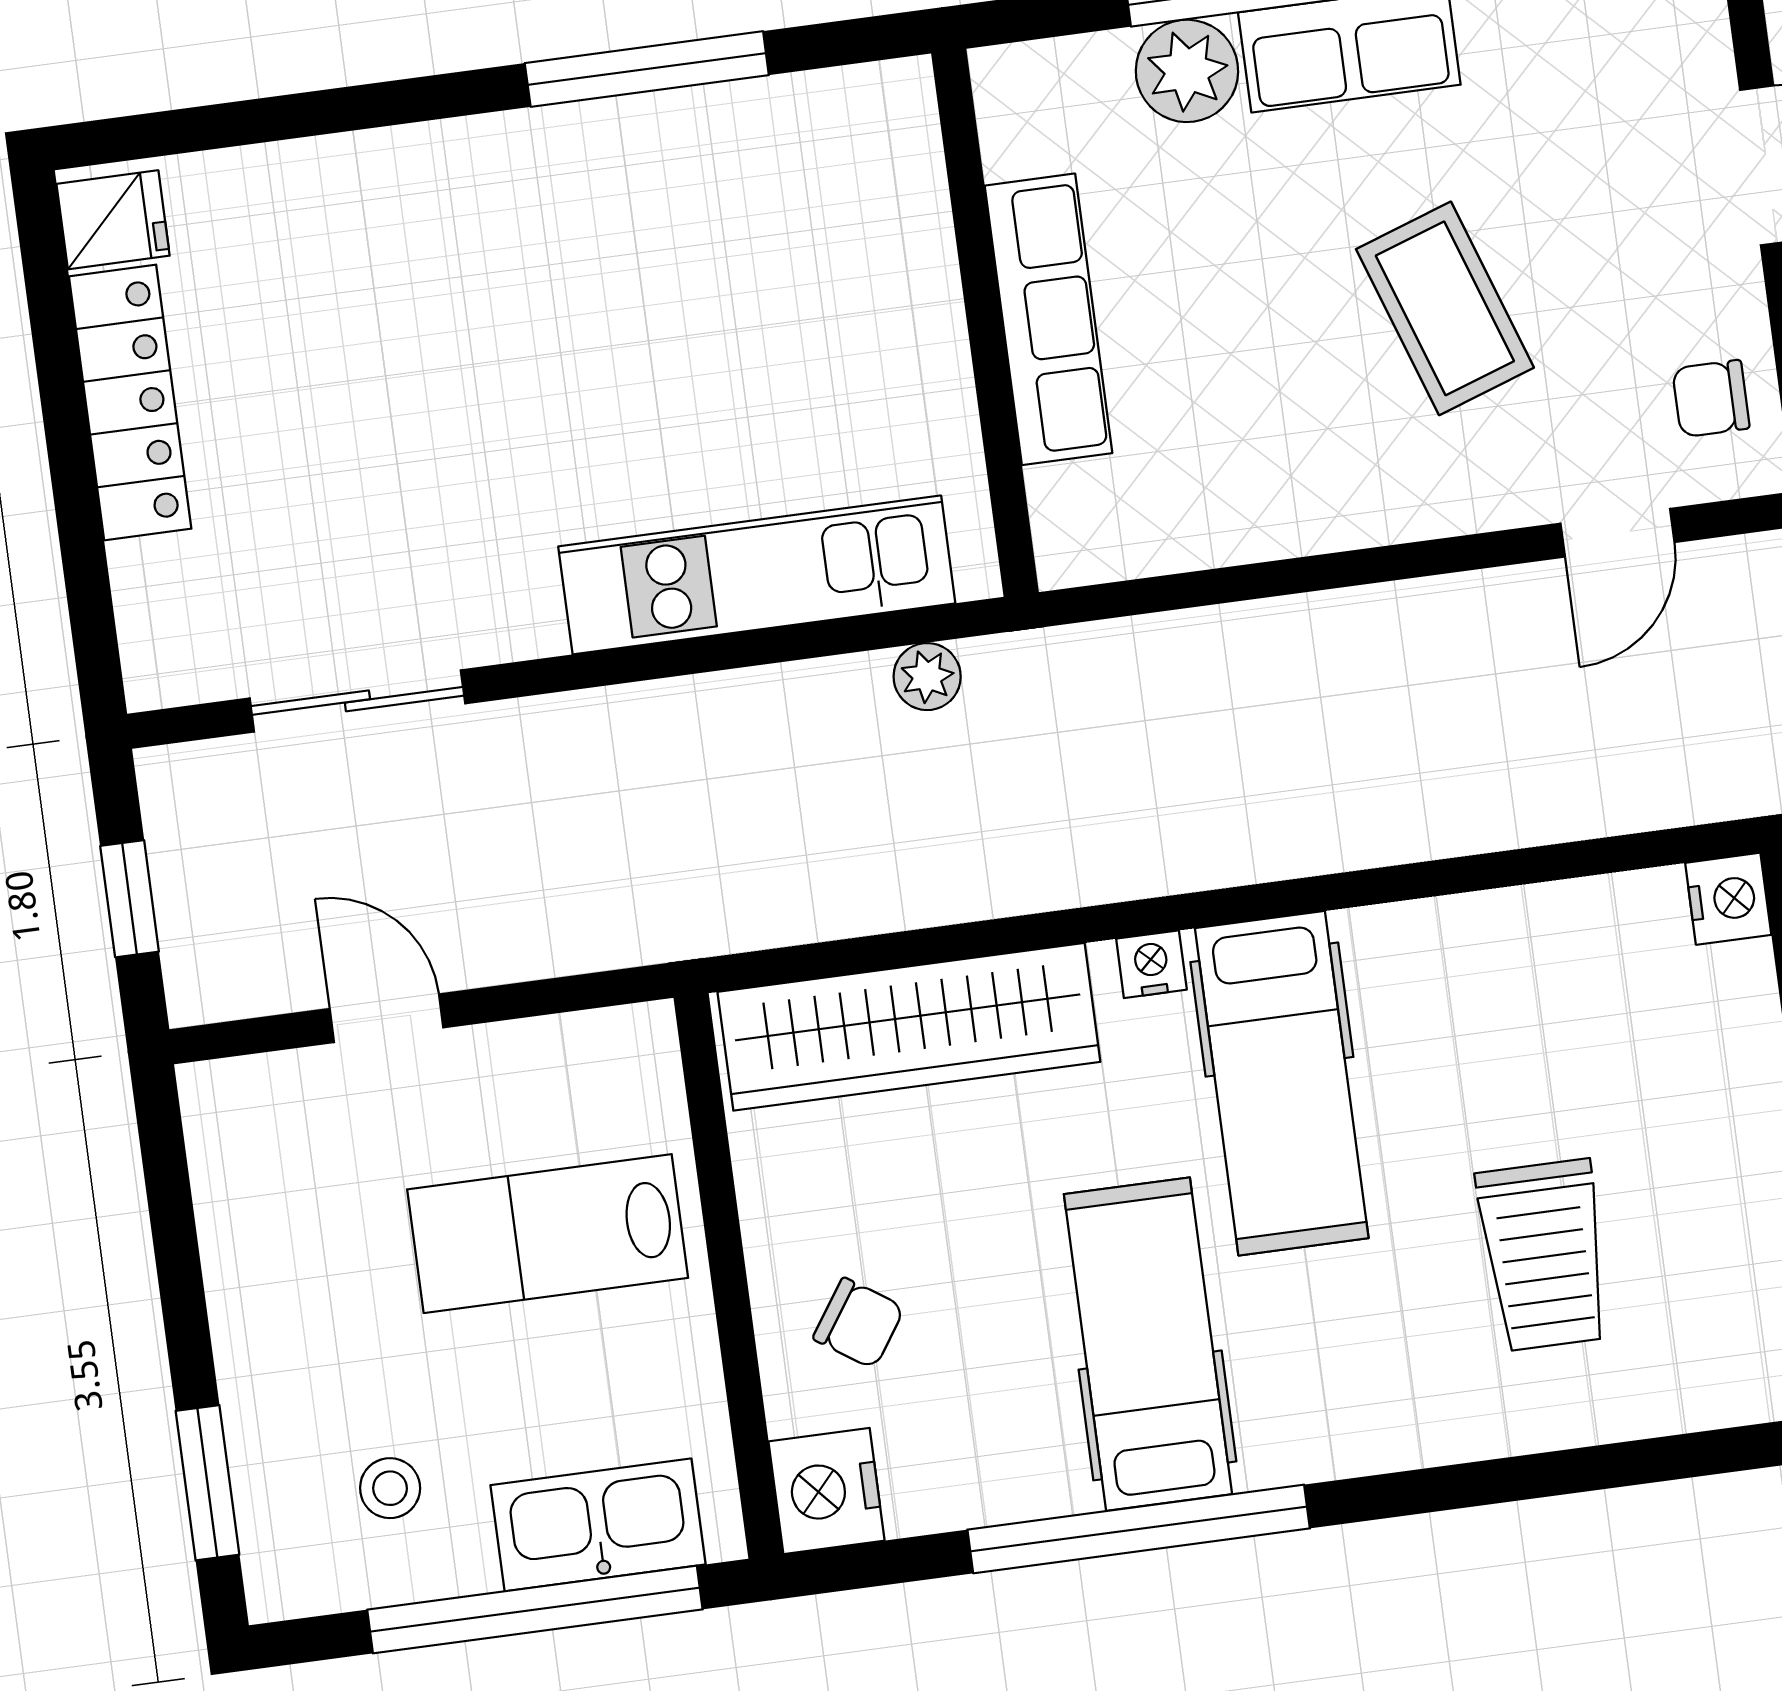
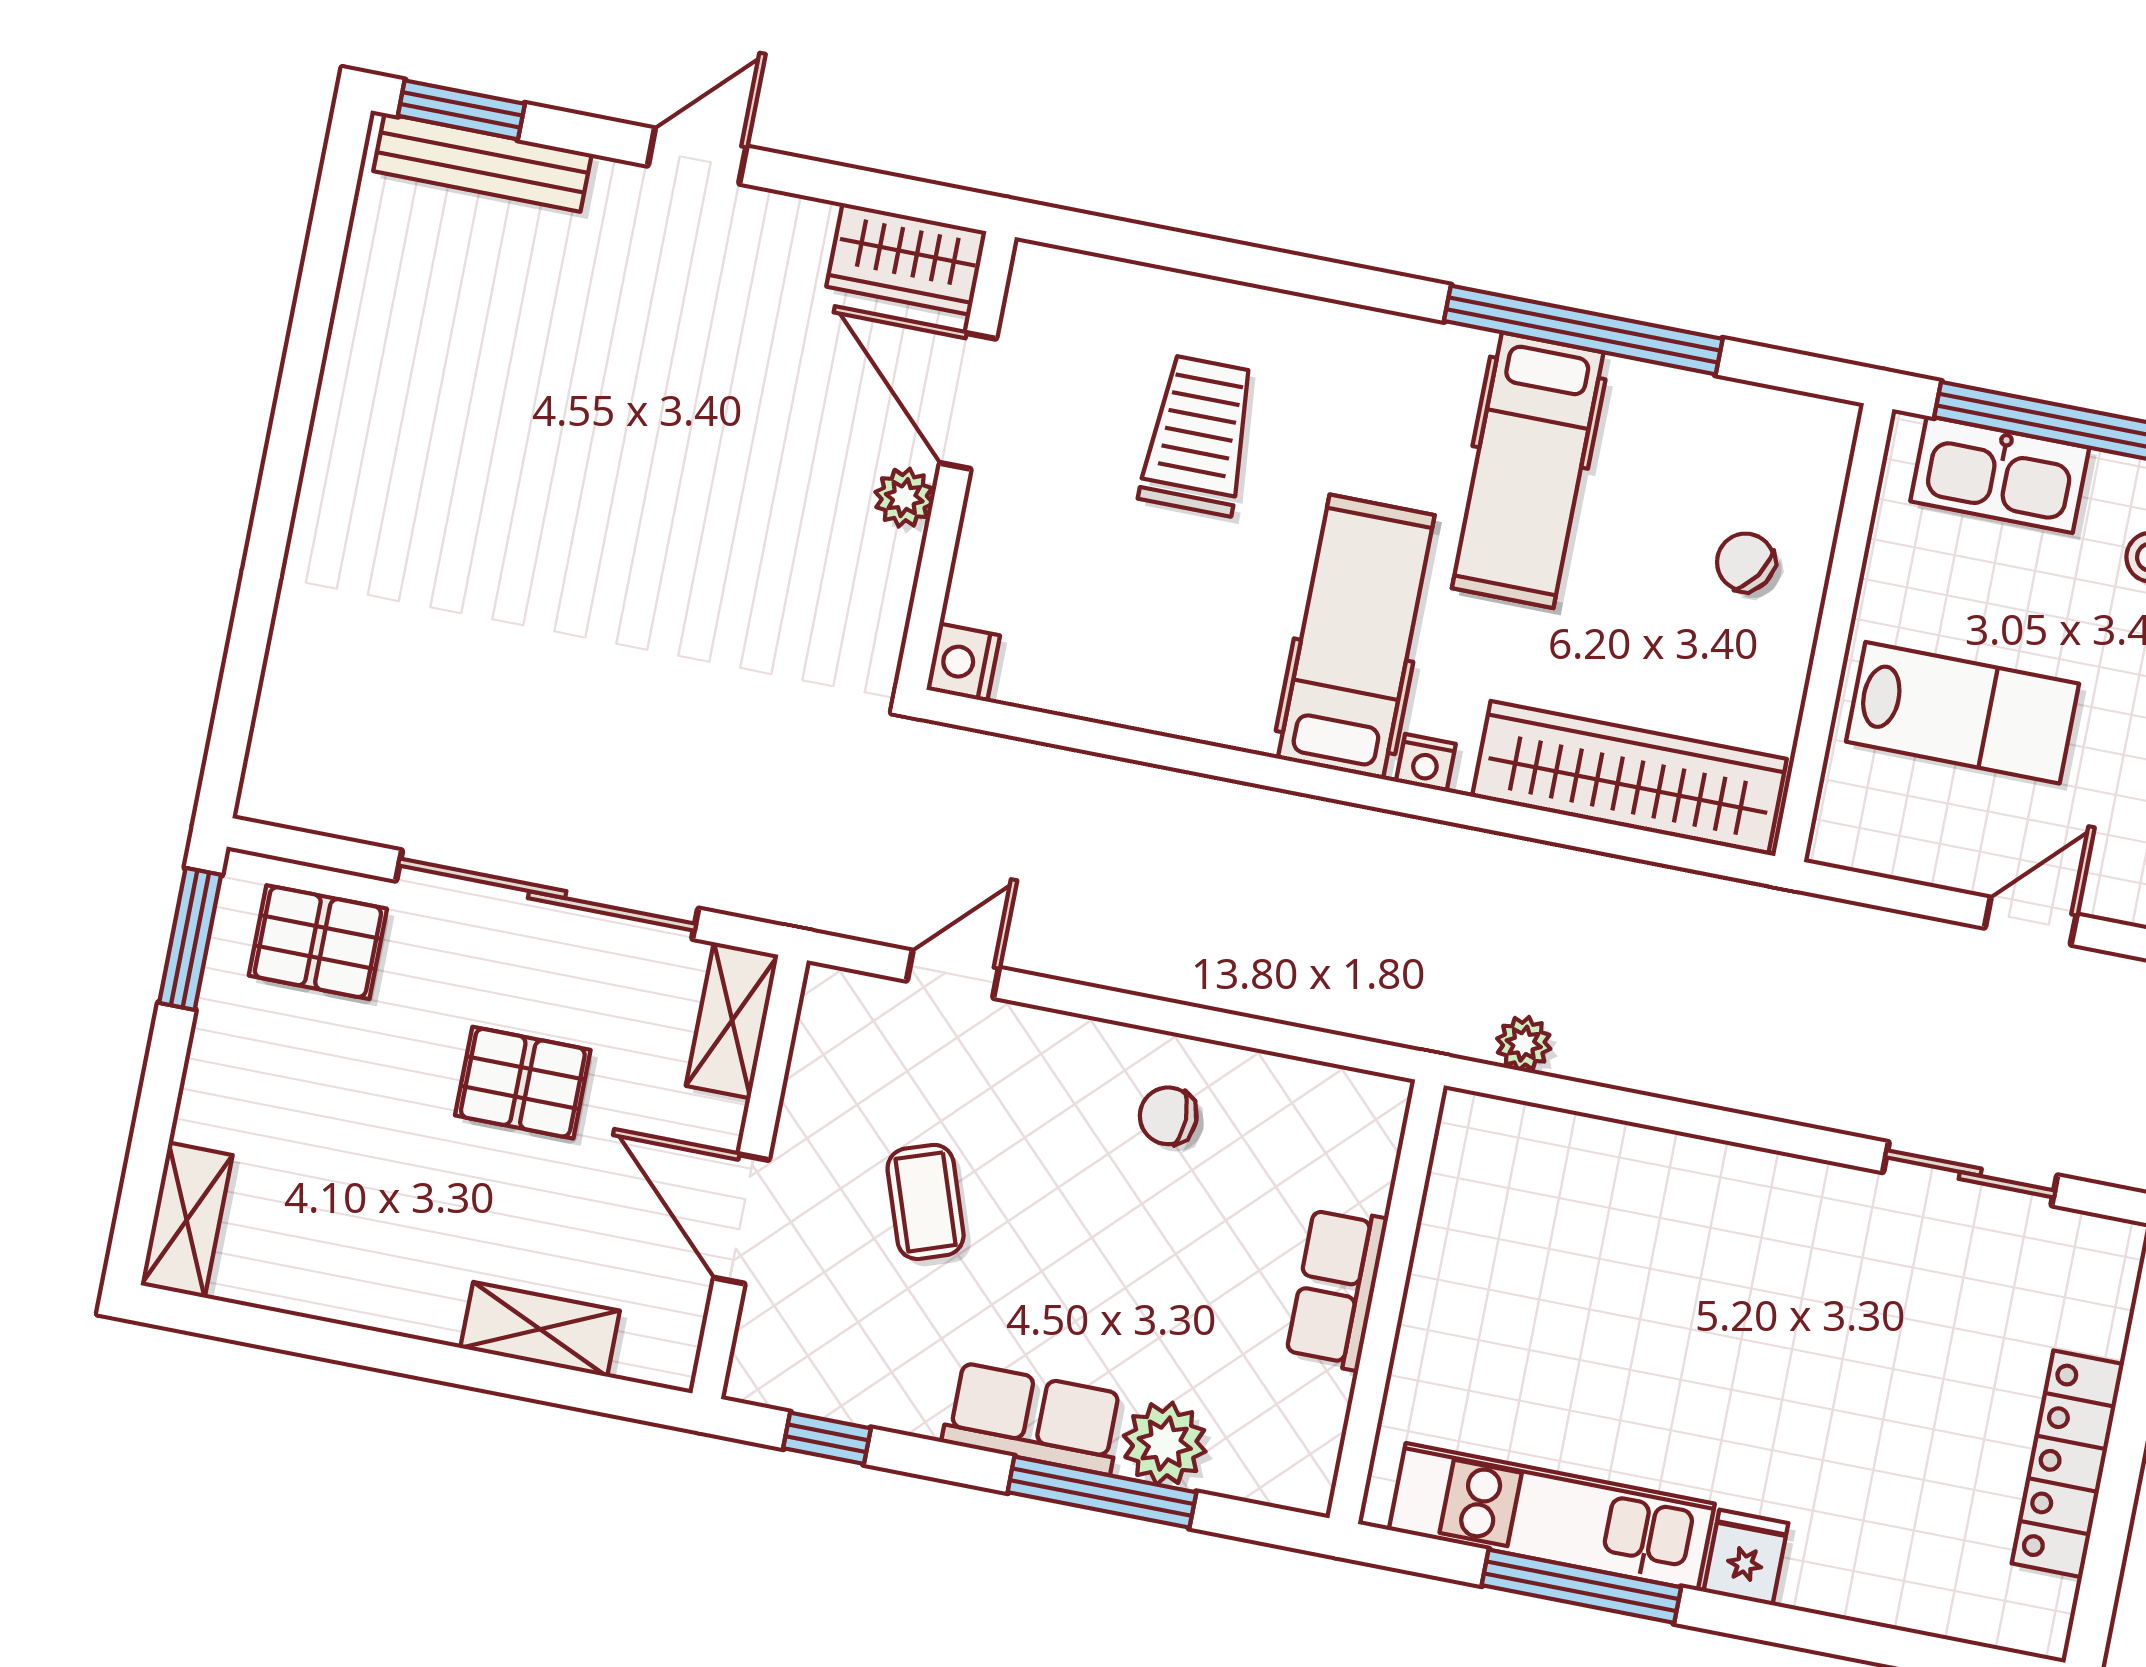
fridge: (113, 220) -> (1746, 1557), moved, turned 90
coffee table: (1445, 308) -> (926, 1202), moved, width x0.73, depth x0.77
row of seats: (1048, 319) -> (1337, 1288), width x0.68
chair: (1711, 398) -> (1168, 1116), moved, turned 180
kitchen unit: (757, 575) -> (1552, 1517), moved, turned 180
door: (387, 1018) -> (2031, 921), swing flipped
nightstand: (827, 1491) -> (1814, 441), removed

